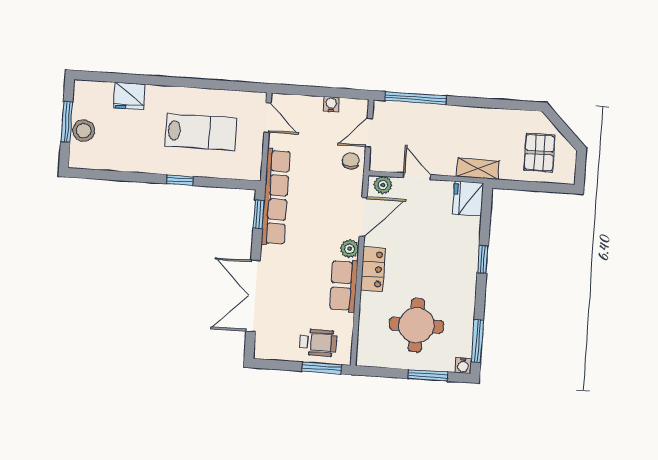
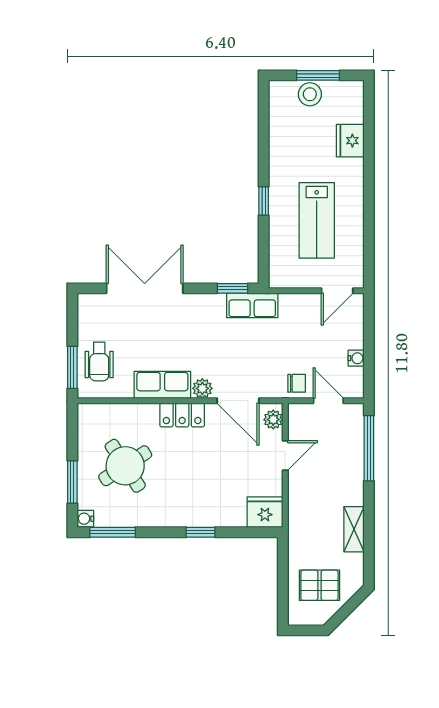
shelving: (478, 169) -> (354, 529), moved
row of seats: (276, 197) -> (252, 305), width x0.50
round table: (416, 325) -> (125, 466), turned -33

